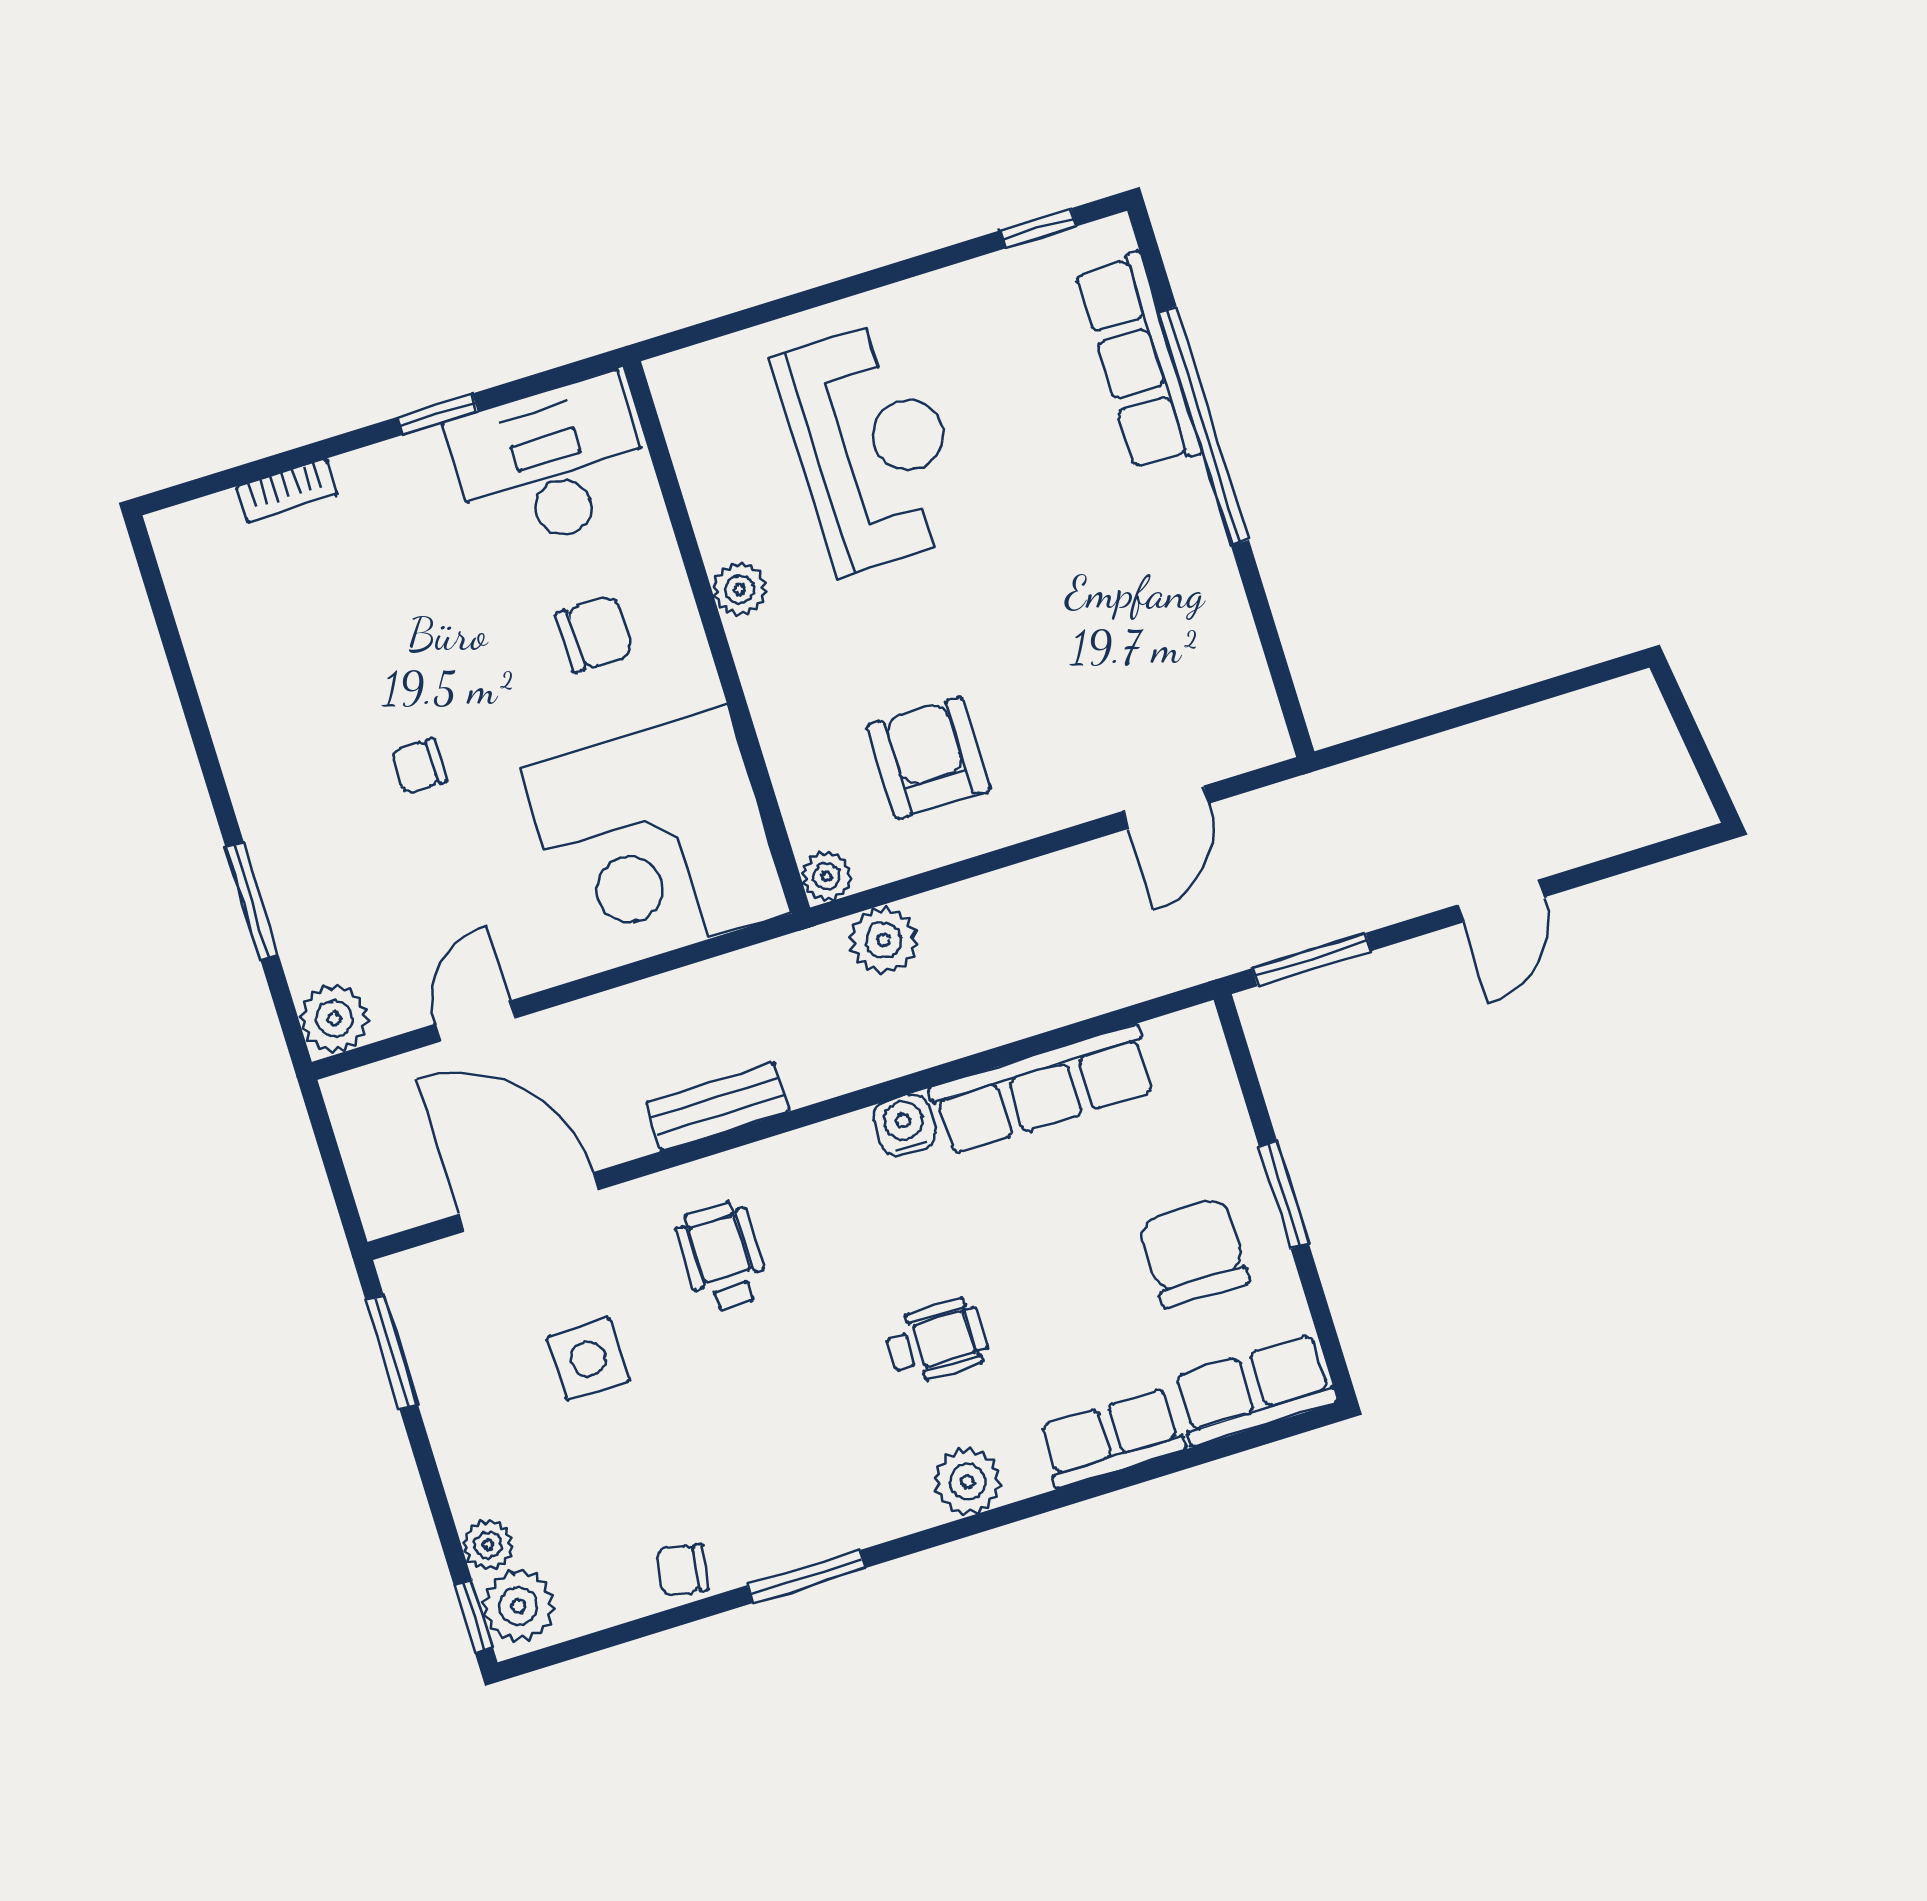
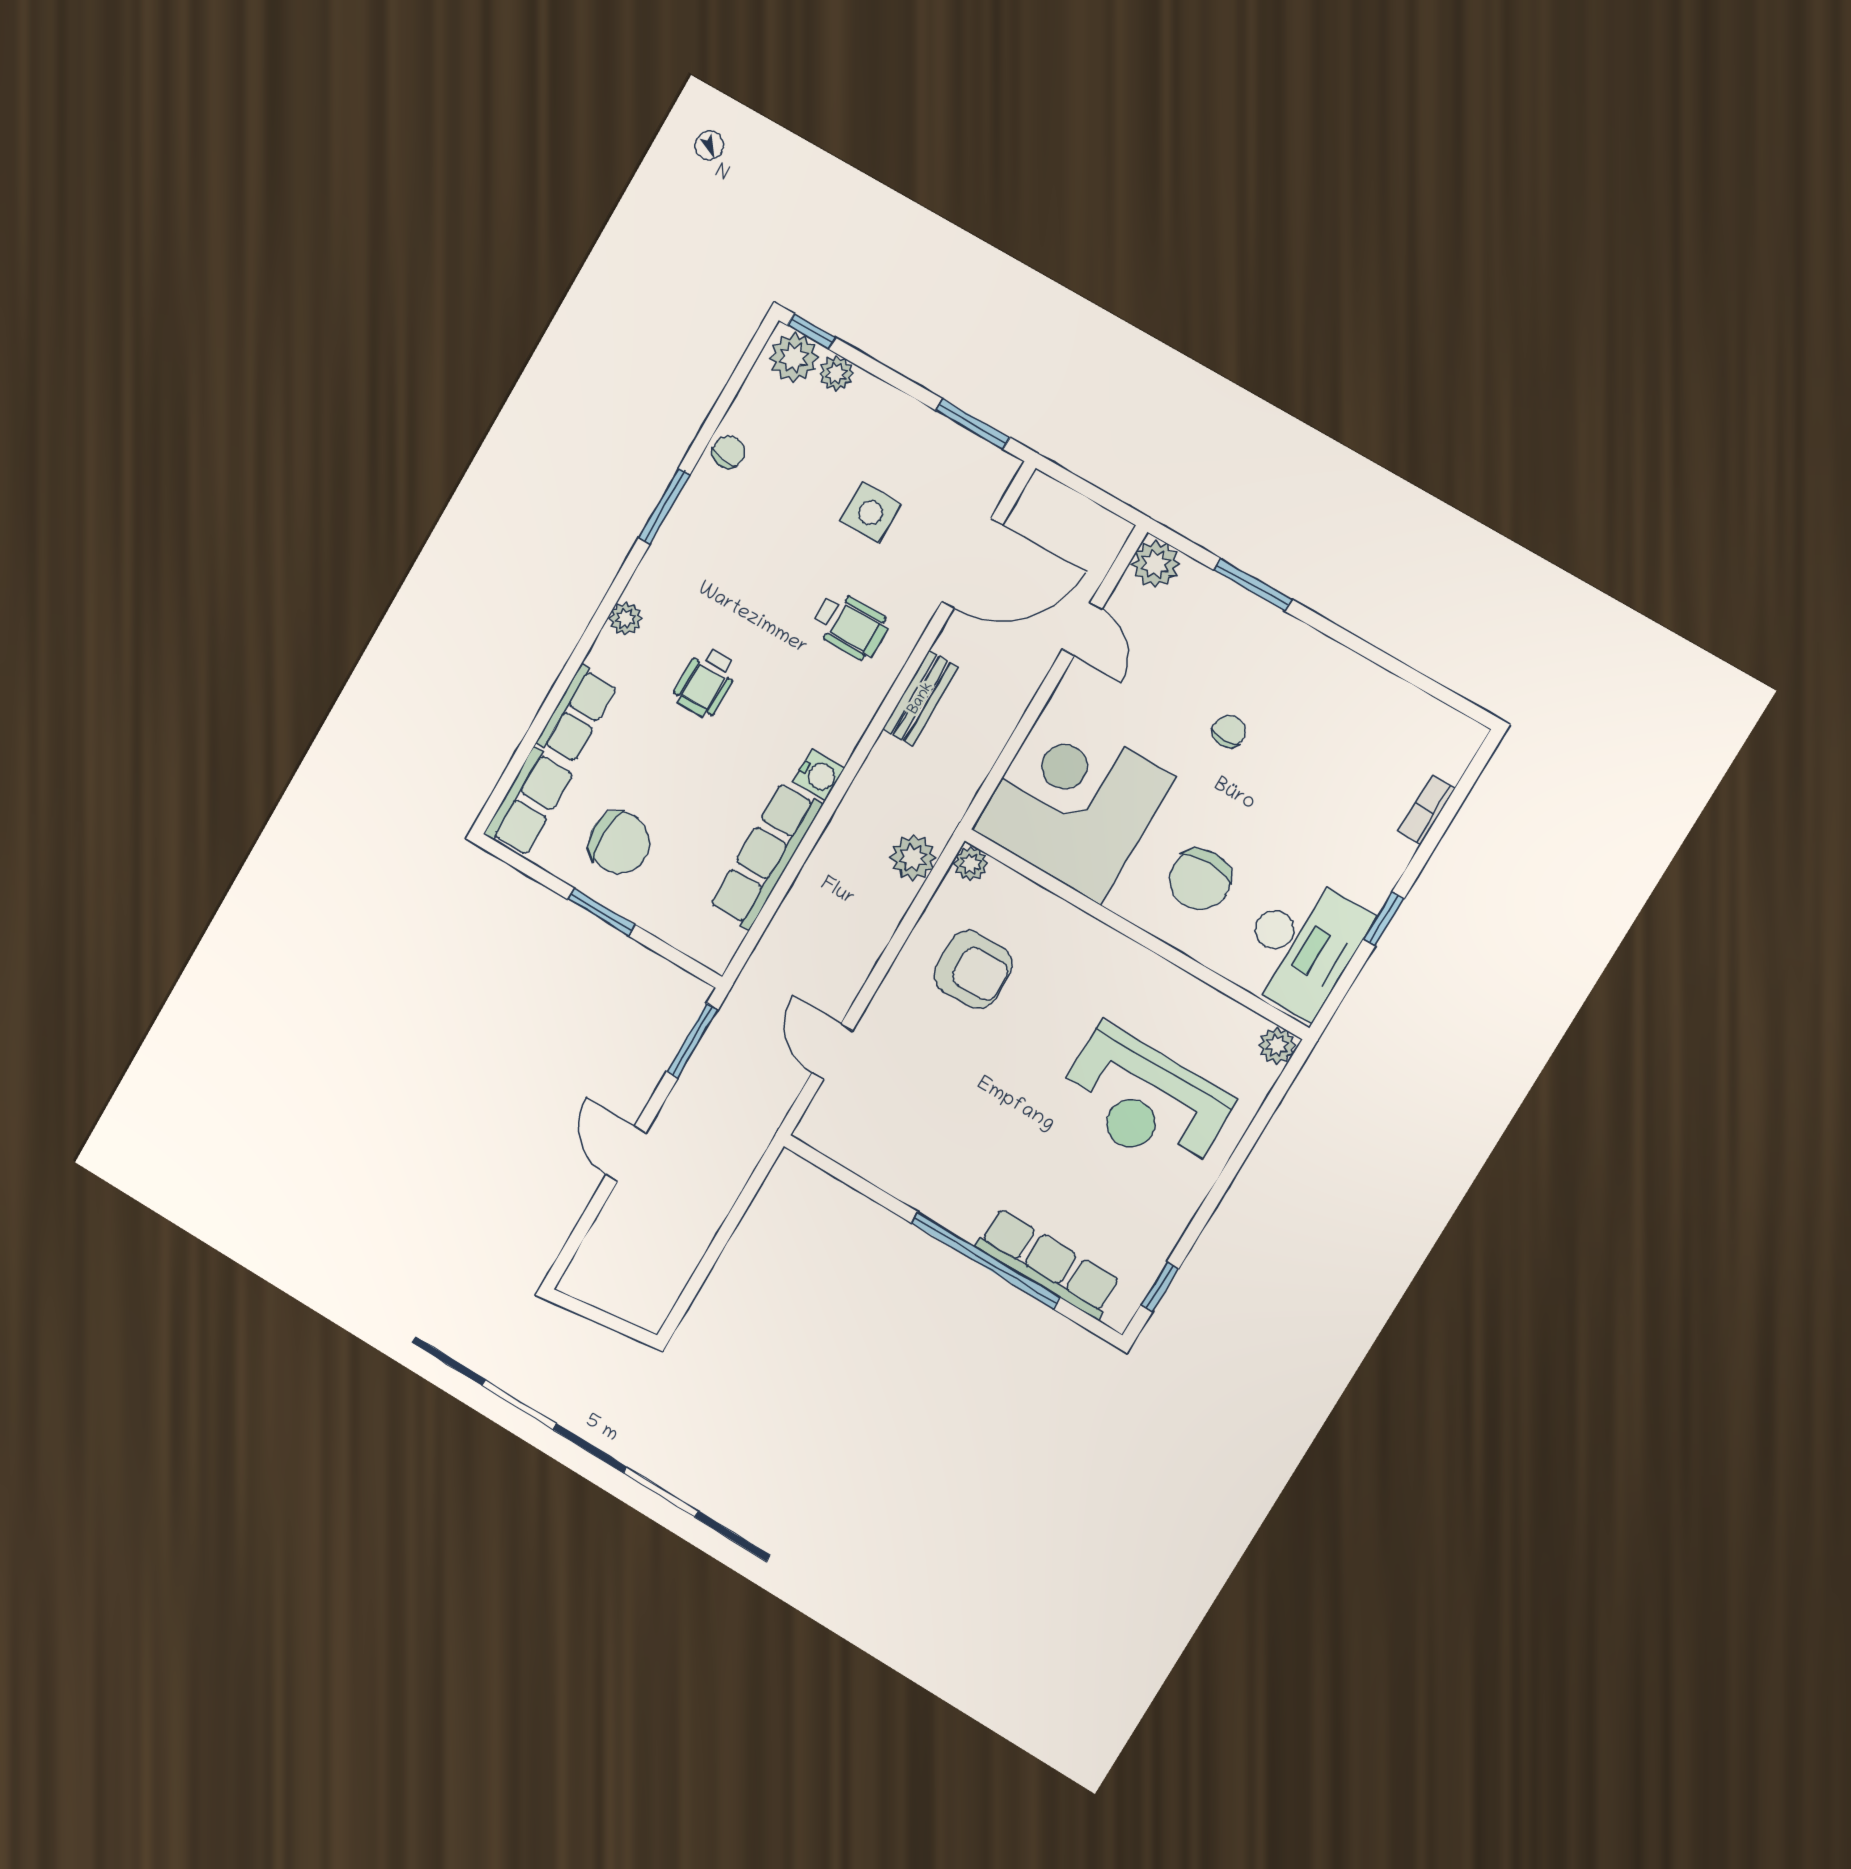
plant: (740, 589) -> (1277, 1046), moved
chair: (595, 634) -> (1200, 880), width x1.37, depth x1.37
plant: (967, 1481) -> (626, 619), width x0.73, depth x0.73

